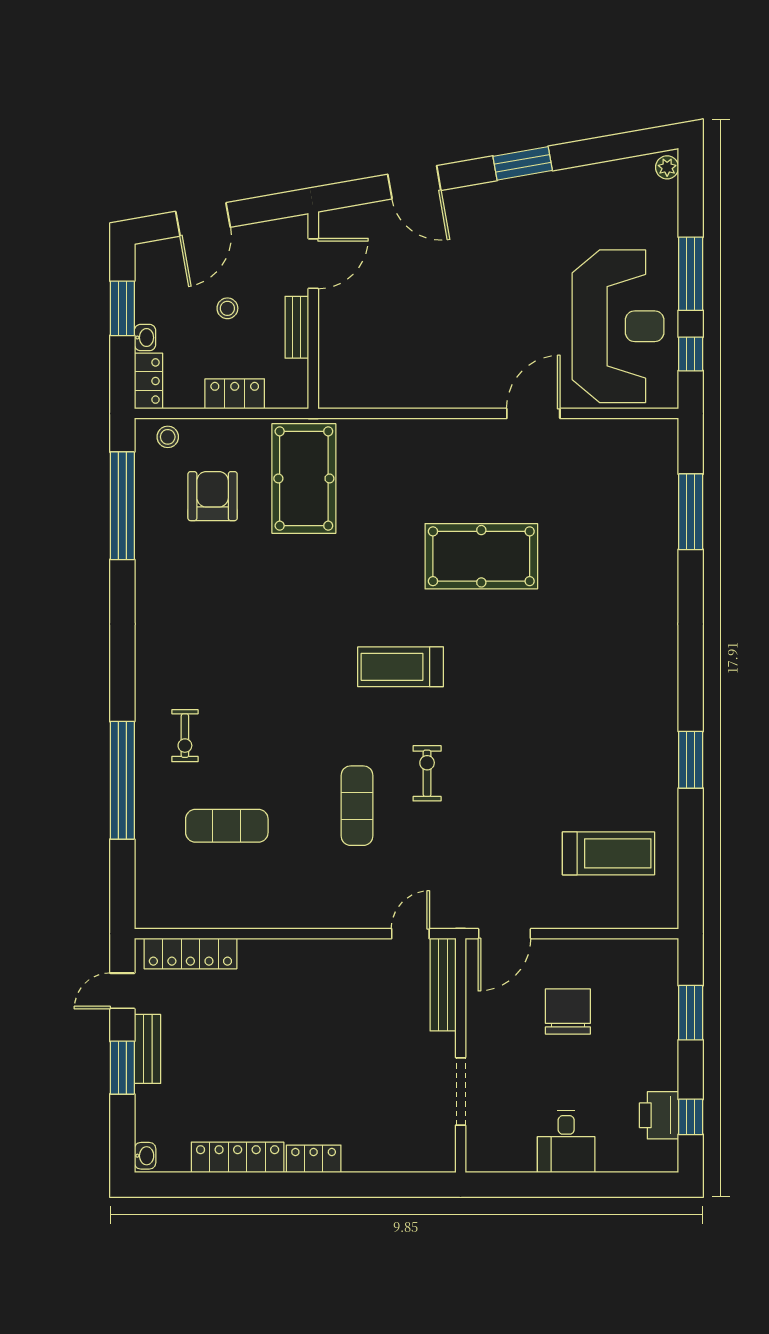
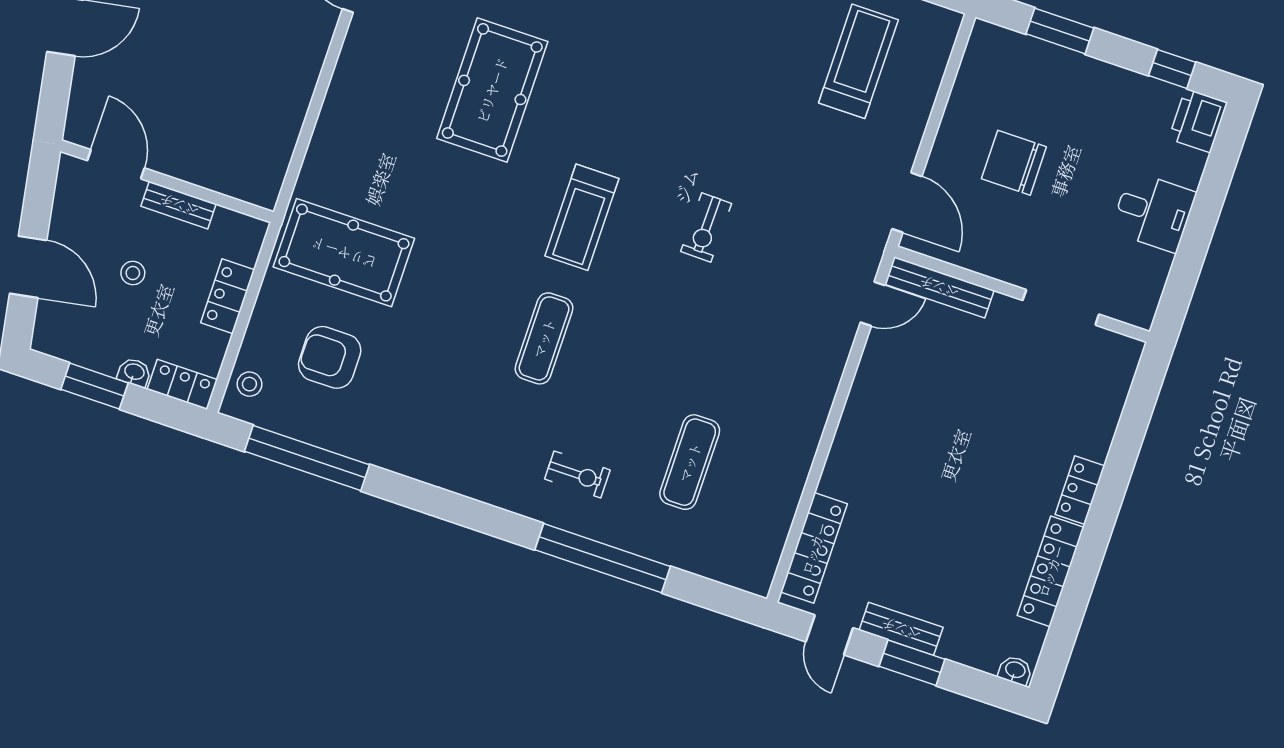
exercise bike: (427, 773) -> (706, 227), turned -89
exercise mat: (357, 806) -> (544, 338), moved, turned 90
door: (410, 934) -> (873, 304), swing flipped
printer: (659, 1115) -> (1198, 121), moved, turned 90

